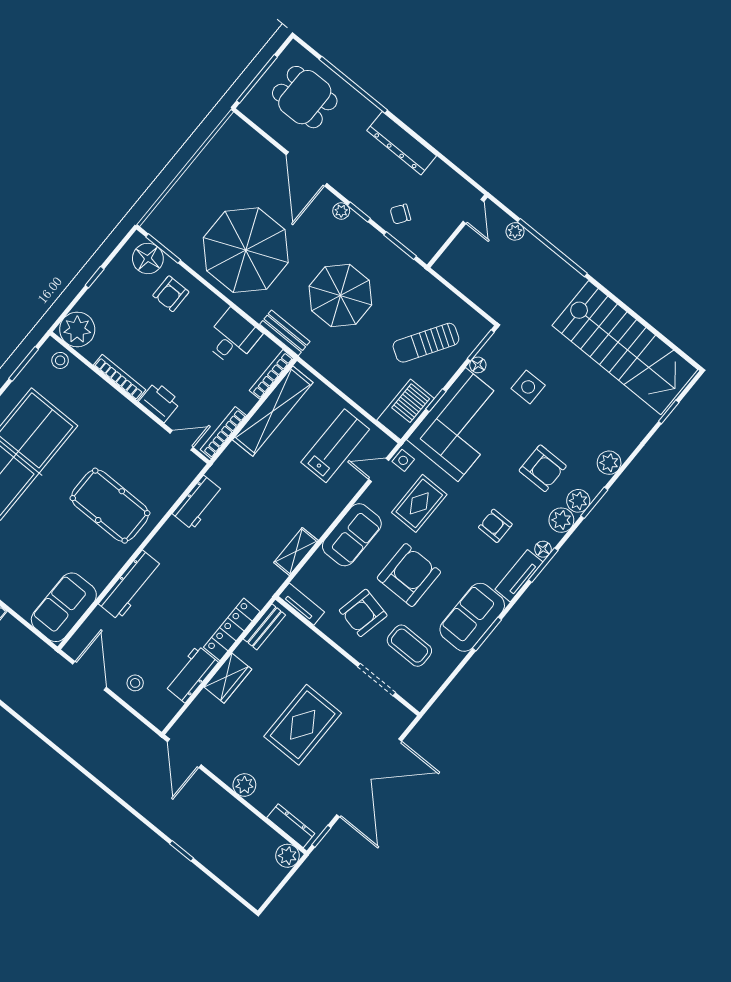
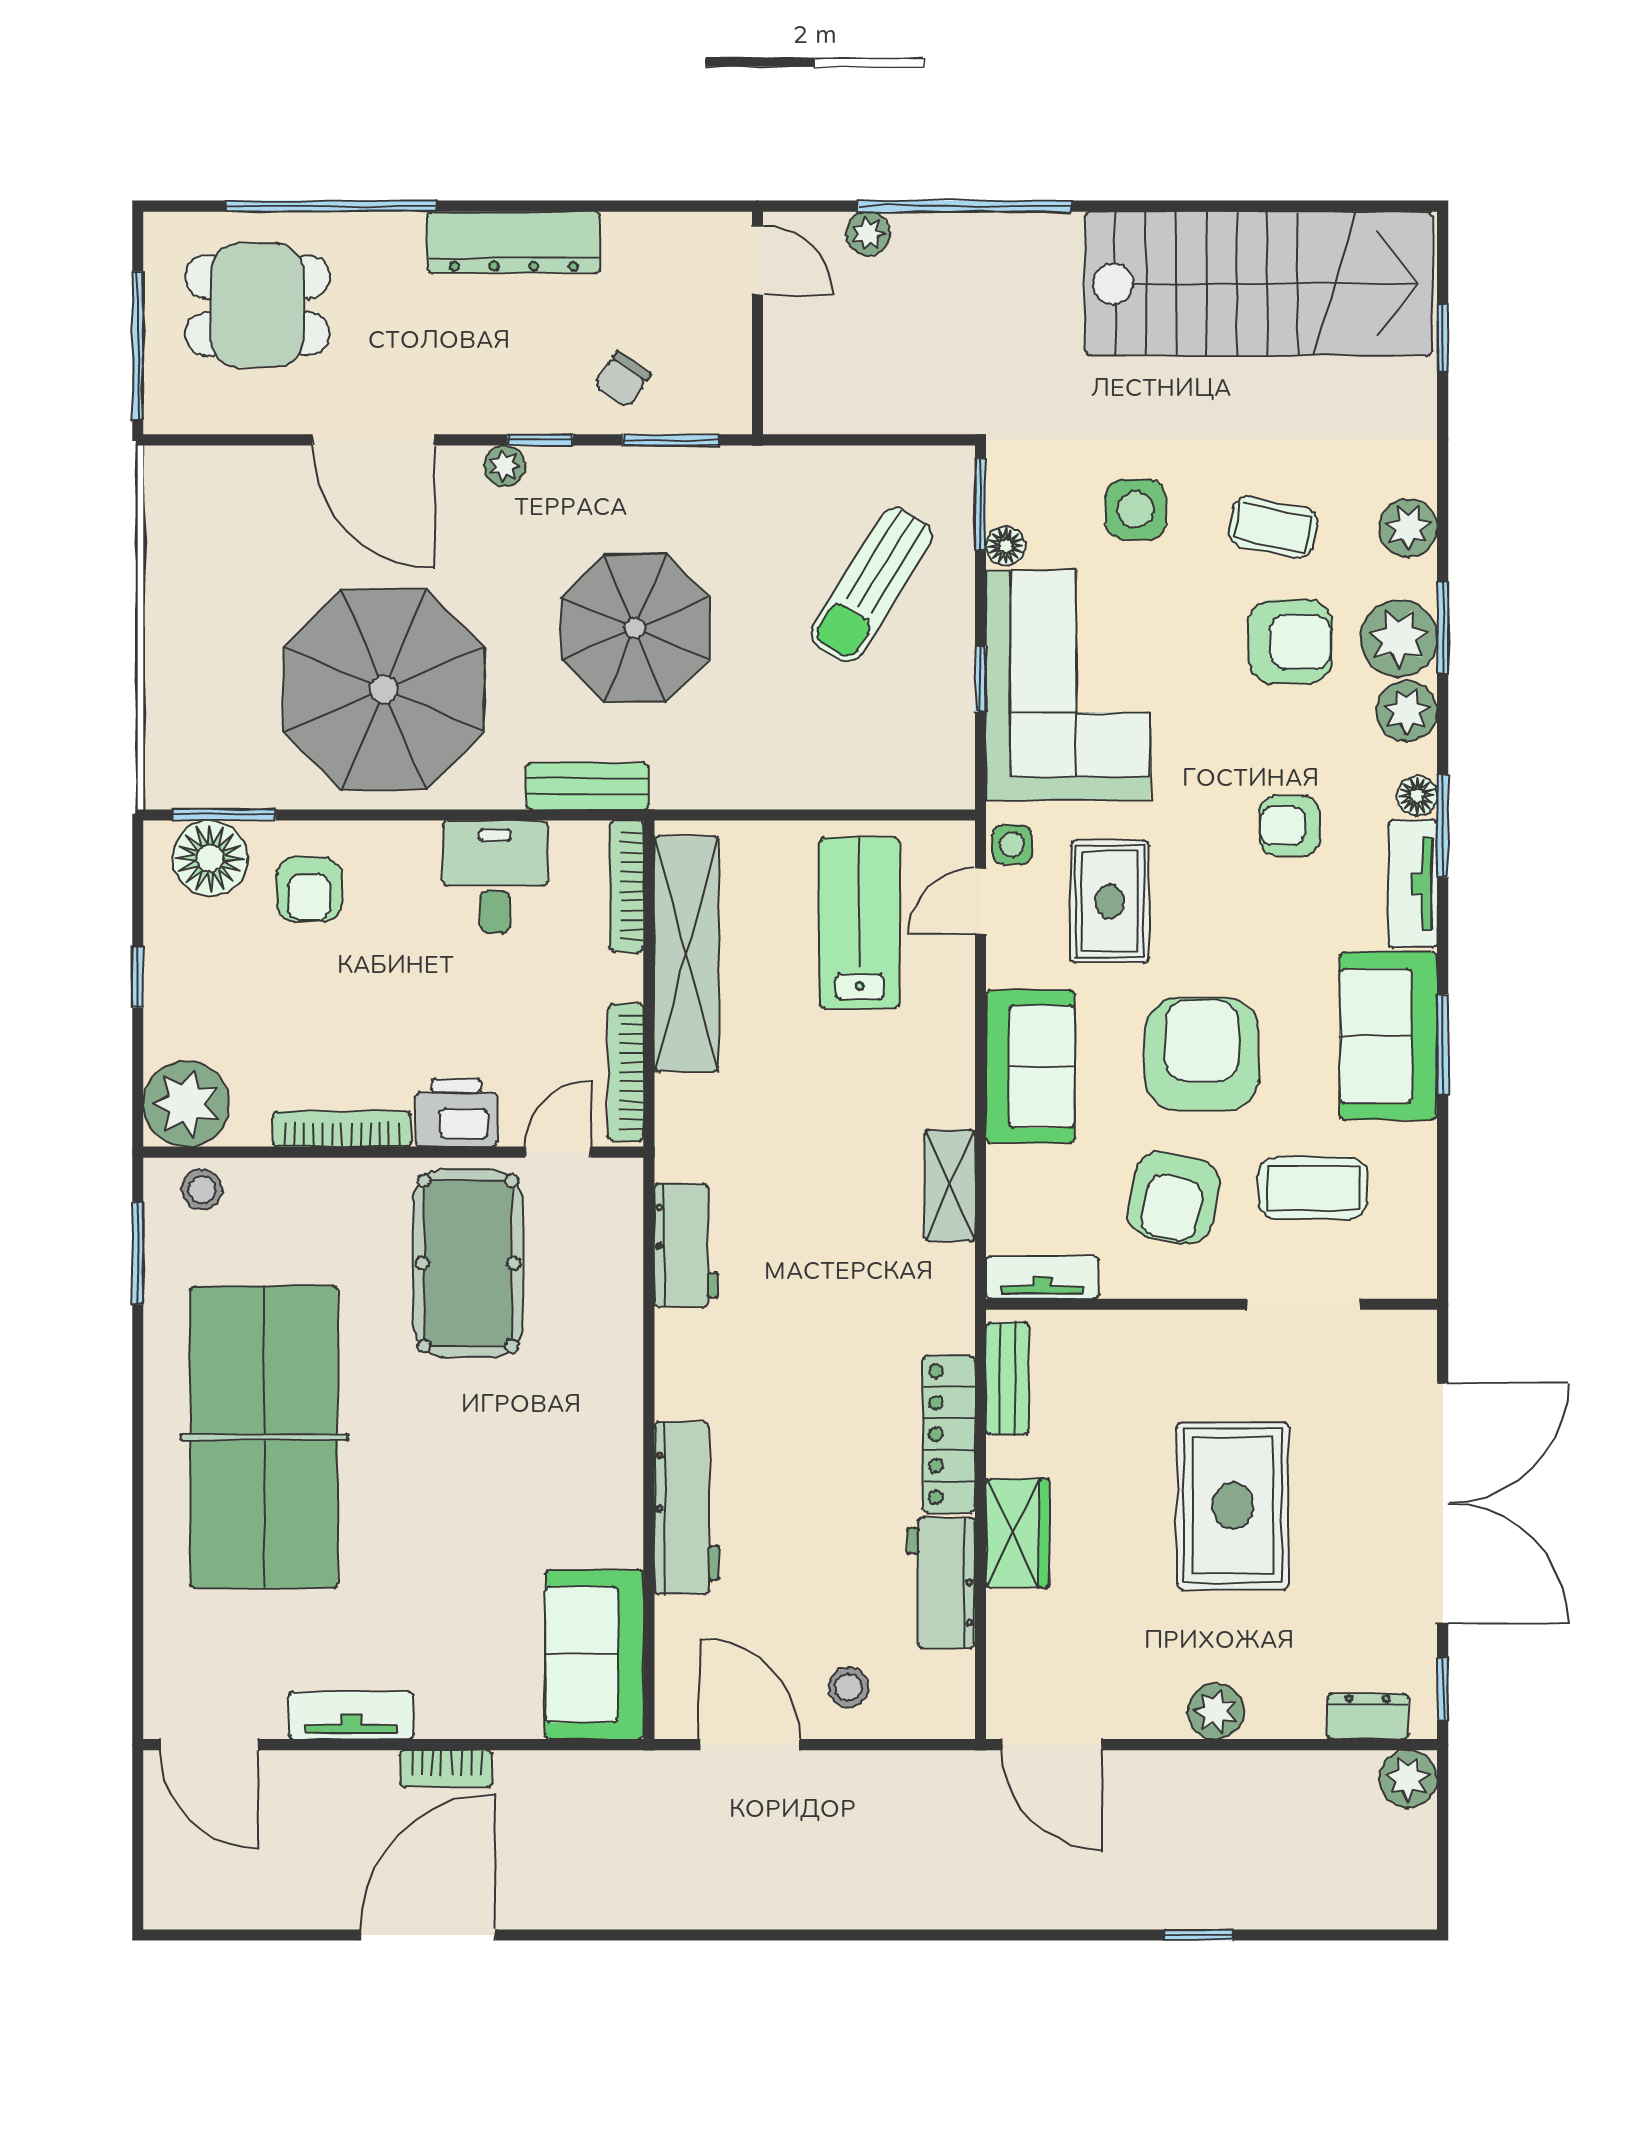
barbecue: (406, 409) -> (937, 744), removed
coffee table: (567, 428) -> (1273, 527), added
plant: (578, 501) -> (1399, 638), width x1.36, depth x1.36
pool table: (110, 506) -> (468, 1263), moved, turned 90
dresser: (291, 826) -> (1368, 1716), width x0.70

